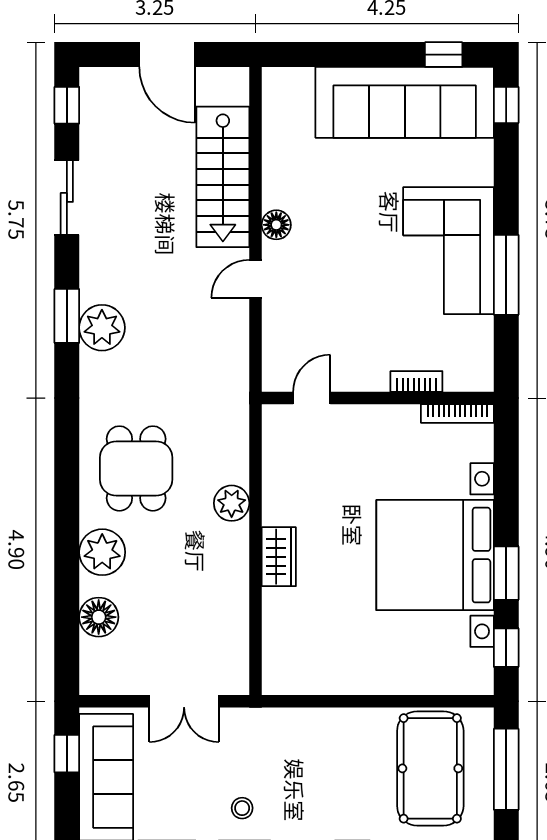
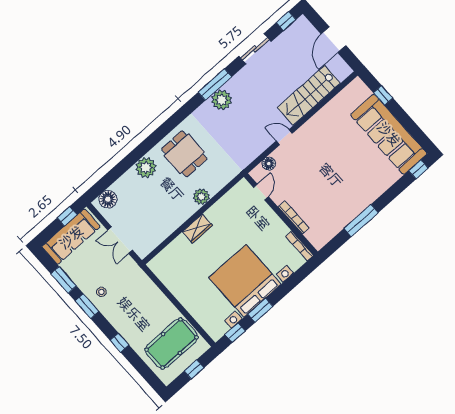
window: (444, 55) -> (383, 95), moved
floor lamp: (276, 225) -> (269, 164), moved
corner sofa: (448, 251) -> (352, 194), removed
window: (67, 316) -> (215, 84), width x1.44
bookcase: (416, 381) -> (294, 217), width x1.56
door: (312, 398) -> (261, 192), hinge flipped
dining table: (136, 468) -> (184, 154), turned 90
floor lamp: (99, 617) -> (108, 199), moved
window: (506, 769) -> (194, 369), width x0.46

